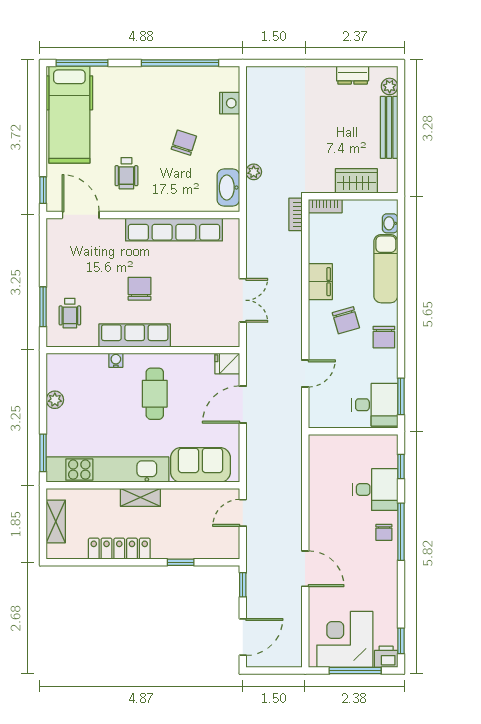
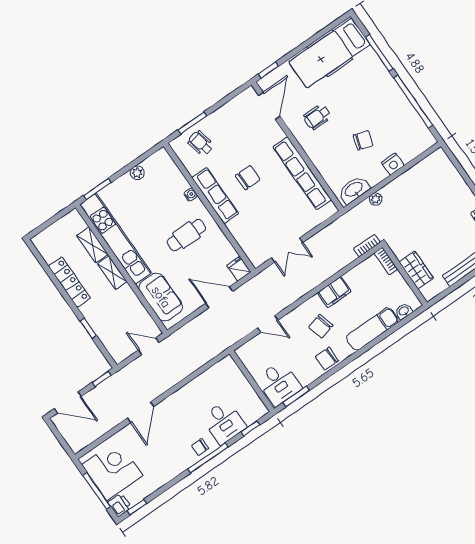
window: (82, 63) -> (379, 53), moved
nightstand: (230, 103) -> (393, 164), moved
wheelchair: (70, 313) -> (200, 143), turned 78
shelving: (56, 521) -> (92, 245), moved, turned 90

